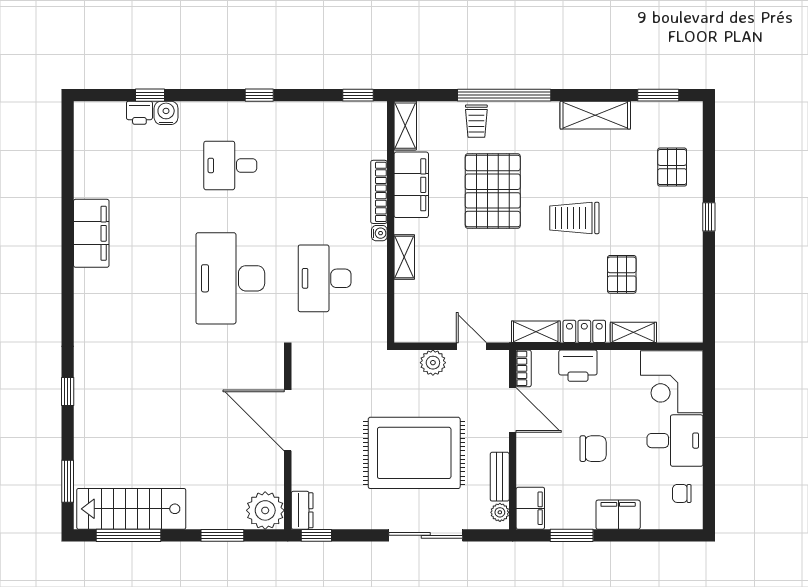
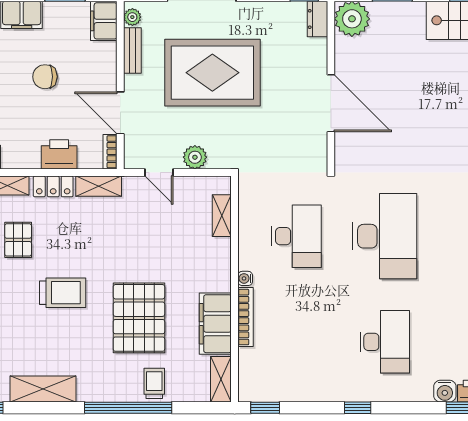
desk: (230, 165) -> (385, 342), width x1.37
shelving: (404, 257) -> (222, 216), moved

